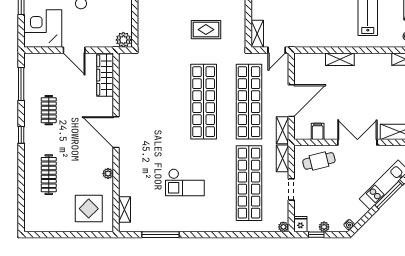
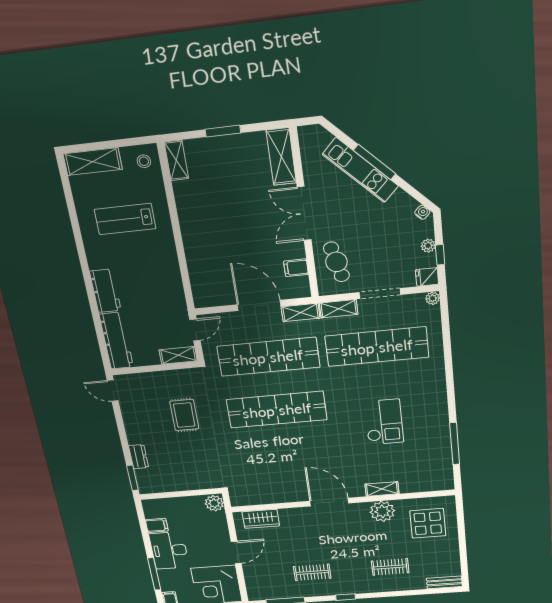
door: (277, 50) -> (195, 330), hinge flipped
shelving: (340, 59) -> (193, 249), removed
wardrobe: (105, 75) -> (261, 519), width x0.67
door: (116, 132) -> (329, 502), swing flipped
plant: (108, 173) -> (382, 511), width x1.88, depth x1.88
clothes rail: (49, 175) -> (390, 567), width x0.73
doorway: (291, 189) -> (380, 294), width x1.38
shelving: (125, 210) -> (382, 489), moved
bench: (29, 218) -> (444, 582), added

